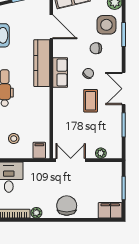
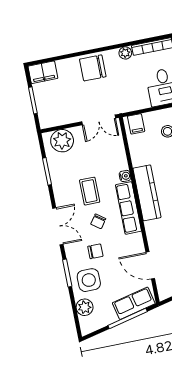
kitchen counter: (42, 63) -> (147, 193), moved
row of seats: (60, 73) -> (128, 208), width x1.48
double door: (124, 89) -> (58, 226), moved
water cooler: (58, 108) -> (125, 176), added
plant: (101, 153) -> (62, 141), width x1.88, depth x1.88
chair: (67, 206) -> (93, 68), turned 90

